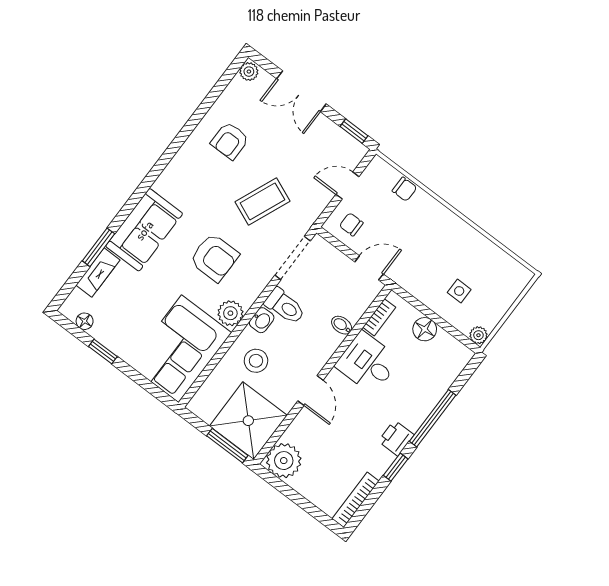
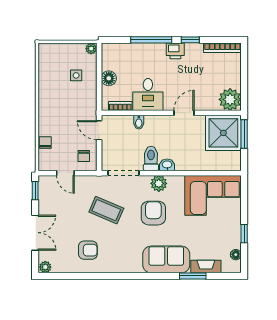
plant: (230, 313) -> (159, 183), moved
stool: (256, 361) -> (190, 152), removed

